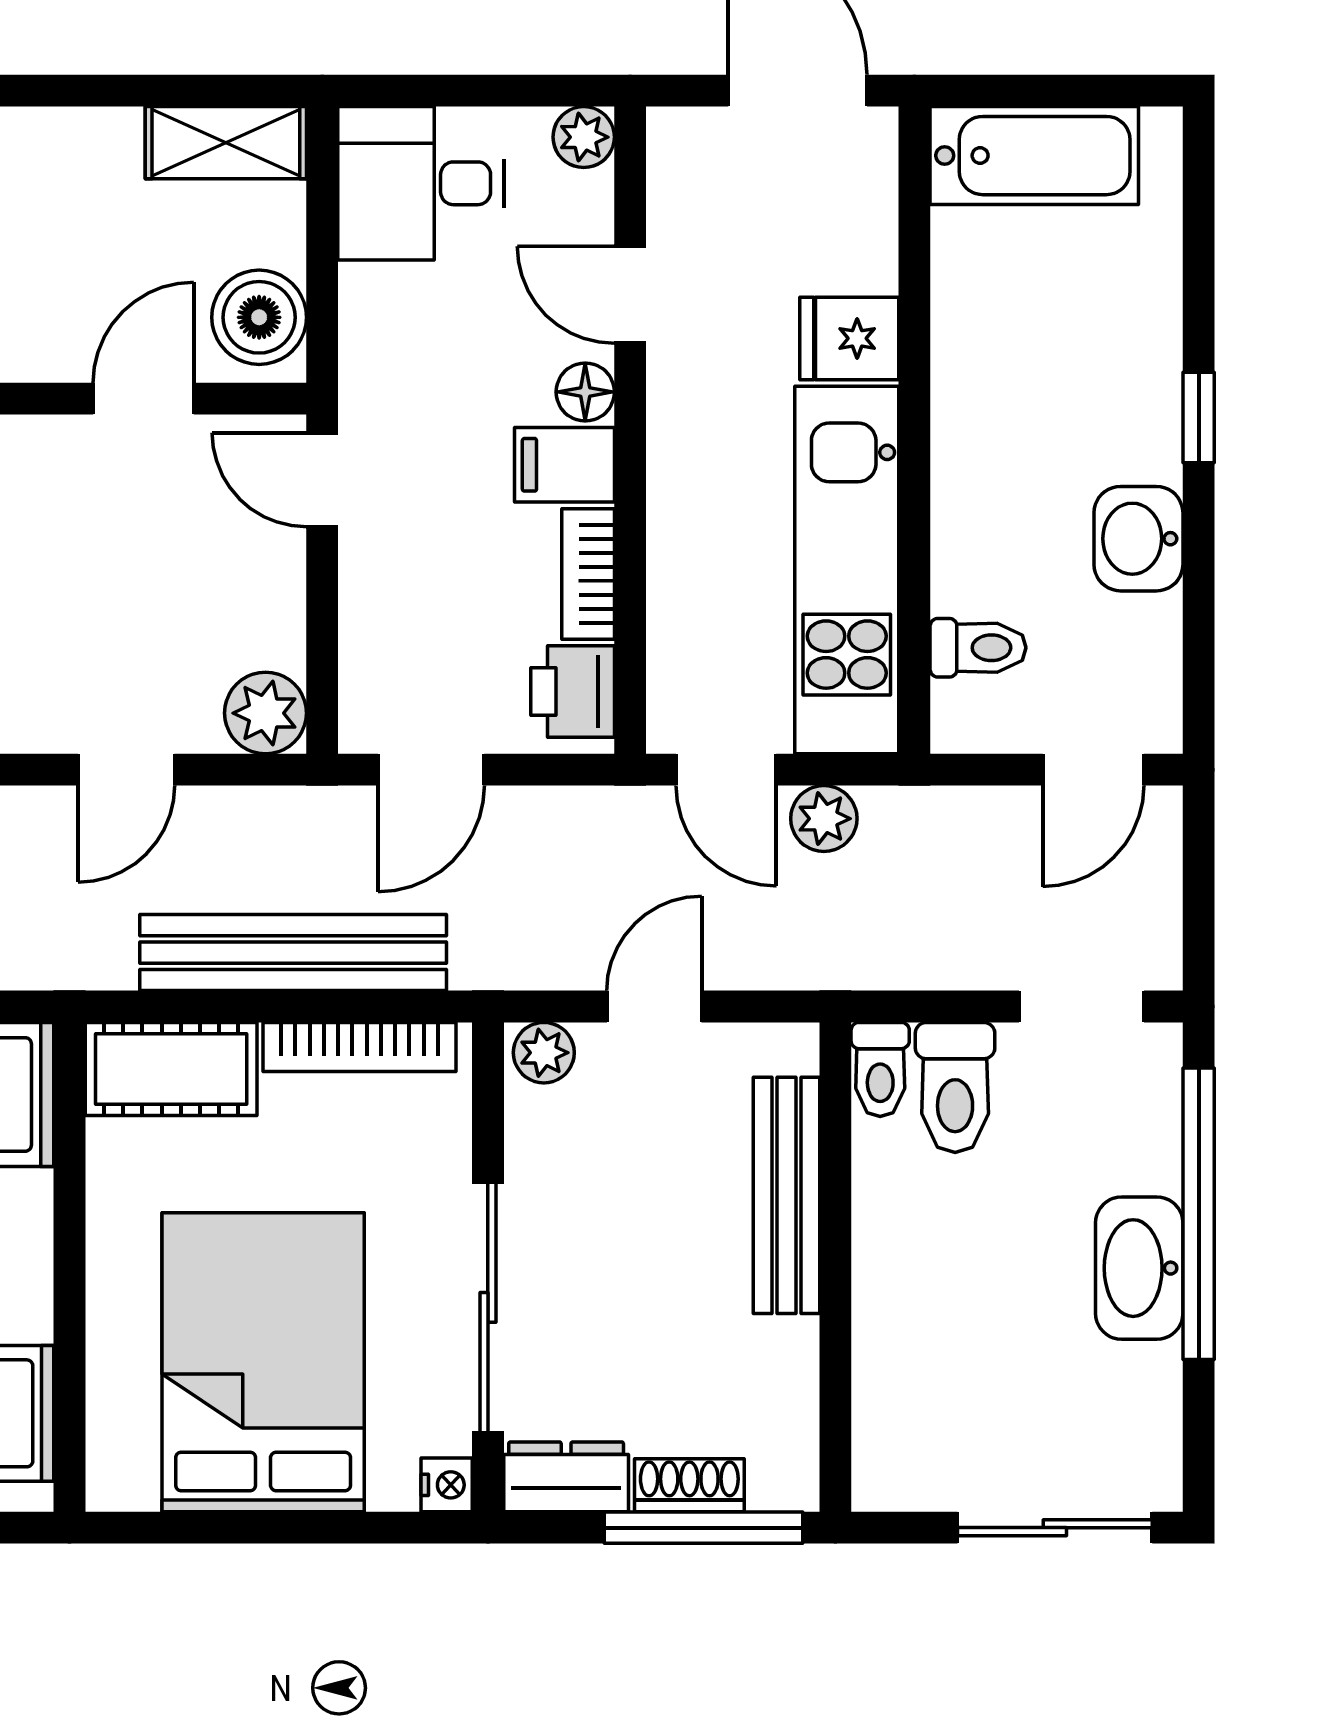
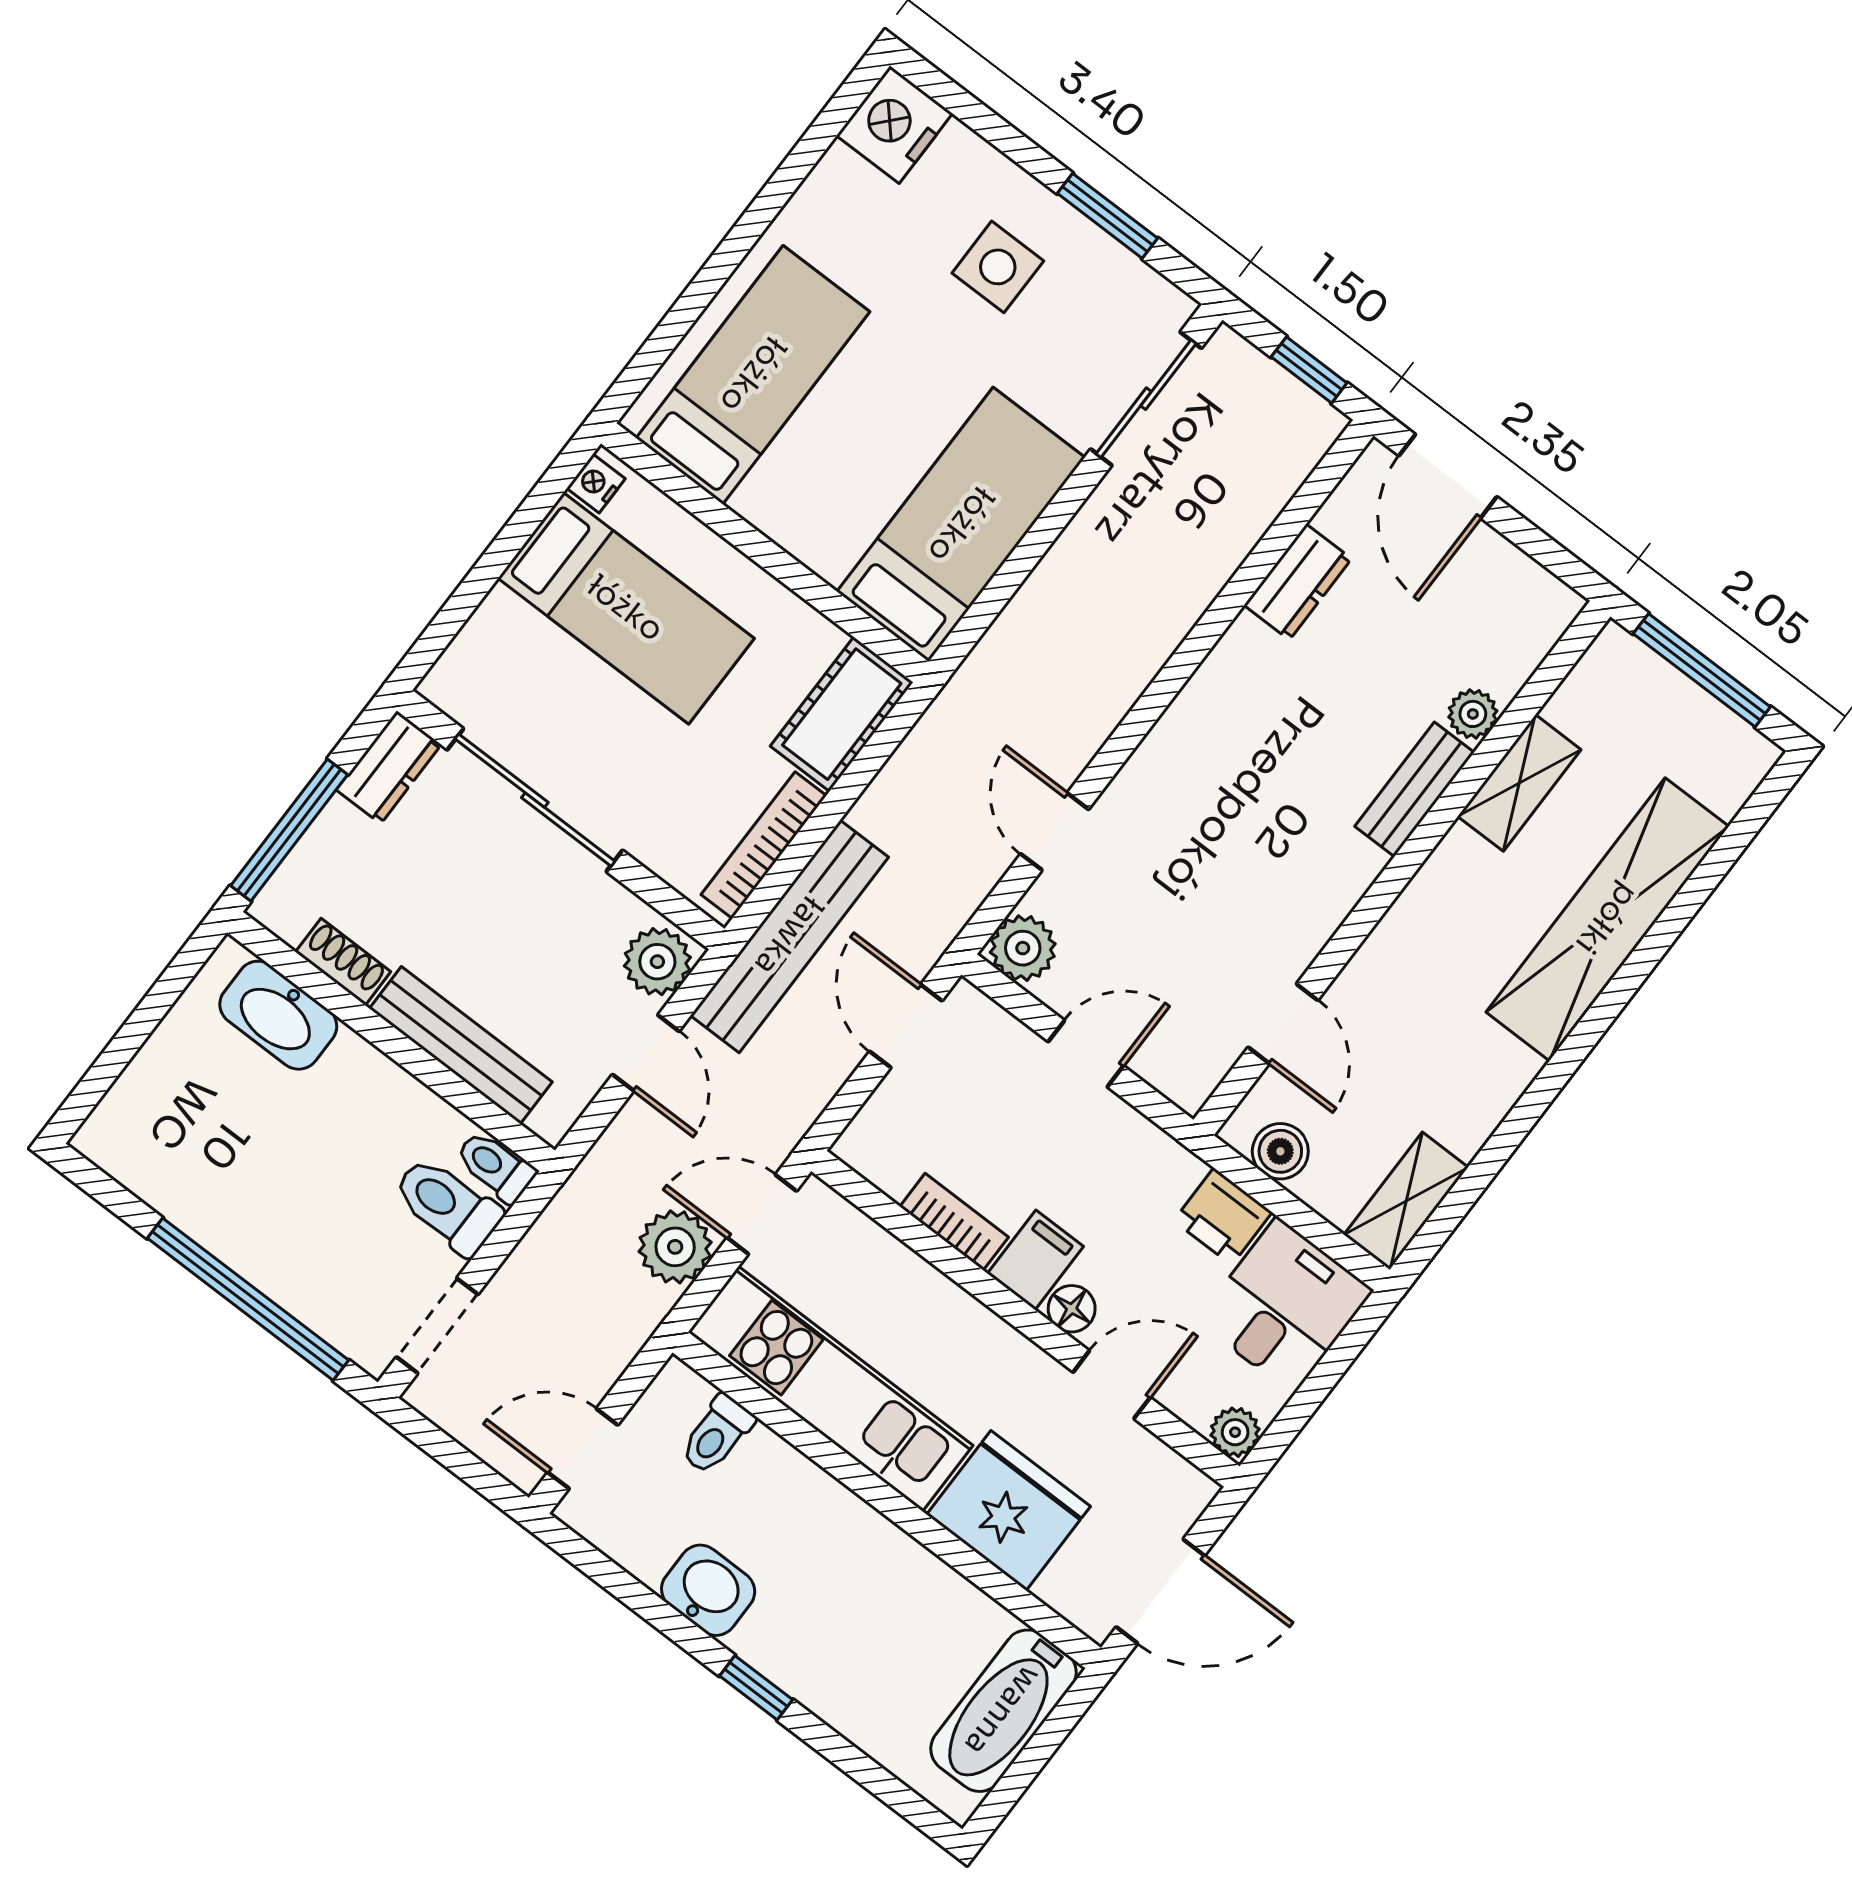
boiler: (259, 317) -> (1280, 1151), width x0.73, depth x0.73
fridge: (849, 338) -> (1009, 1511), width x1.88, depth x1.34
door: (322, 480) -> (1086, 1054), moved
printer: (573, 692) -> (1223, 1216), moved, turned 180
door: (1093, 770) -> (583, 1449), hinge flipped
plant: (824, 819) -> (675, 1247), width x1.38, depth x1.38
bench: (293, 953) -> (789, 936), moved
plant: (544, 1053) -> (657, 962), width x1.38, depth x1.38
washbasin: (1139, 1268) -> (278, 1015), moved, turned 180
bed: (263, 1362) -> (626, 608), width x0.67
nightstand: (447, 1485) -> (596, 484), moved, turned 90
shoe rack: (689, 1485) -> (343, 962), moved, turned -90
sliding door: (1055, 1528) -> (118, 1054), removed

